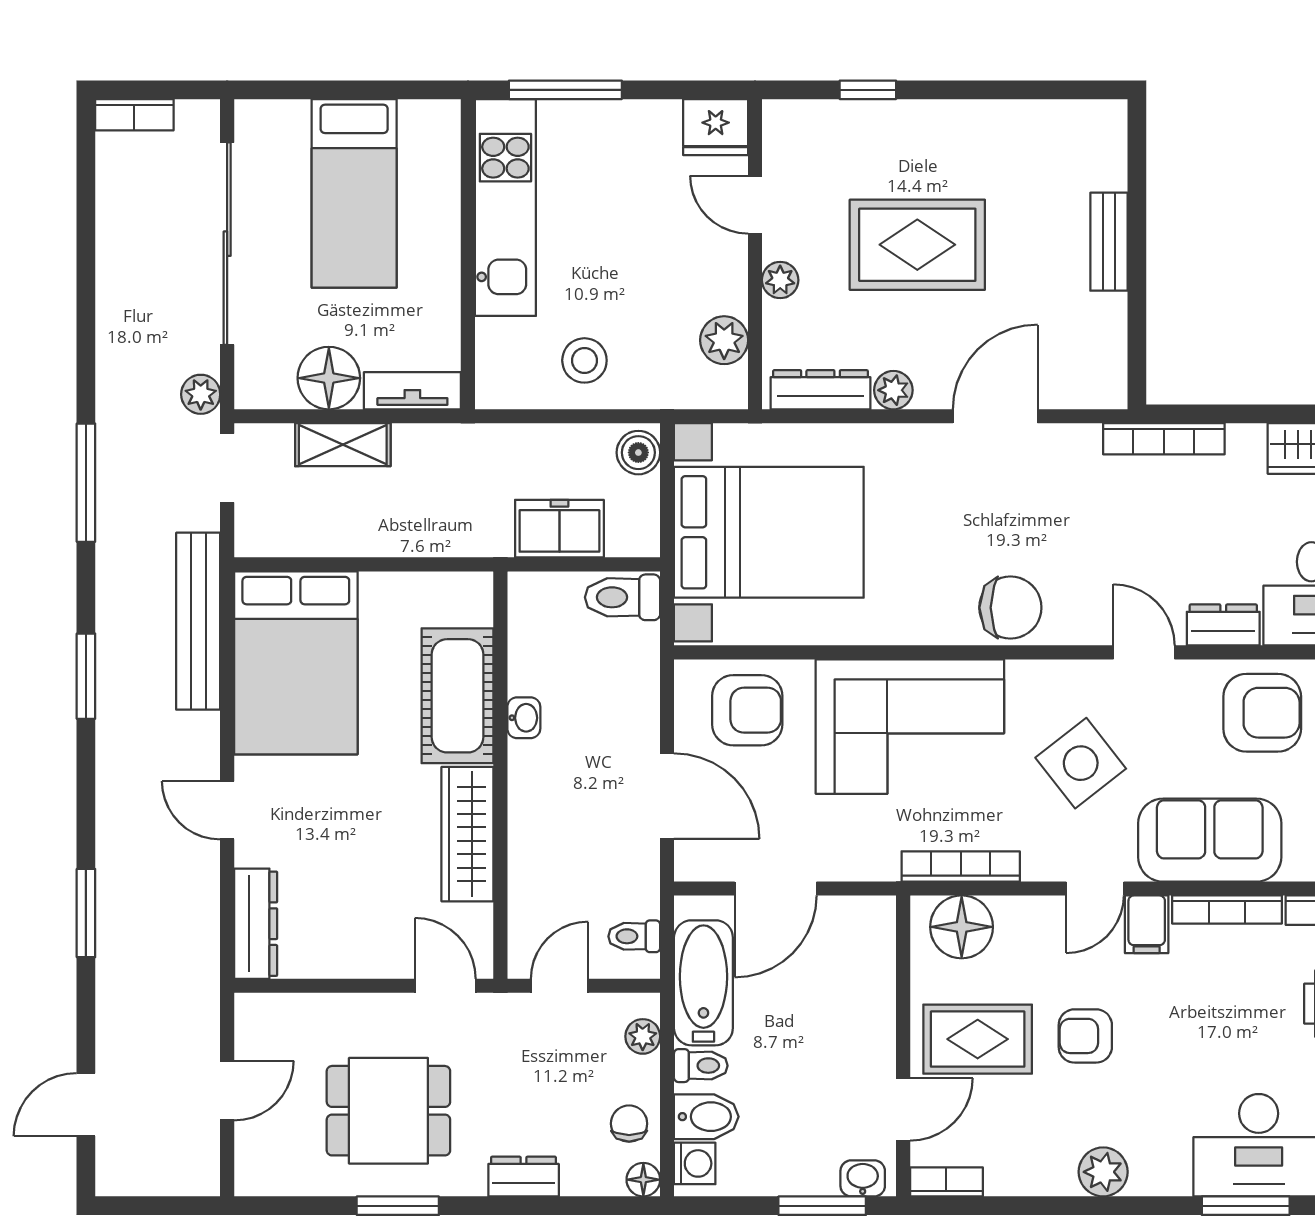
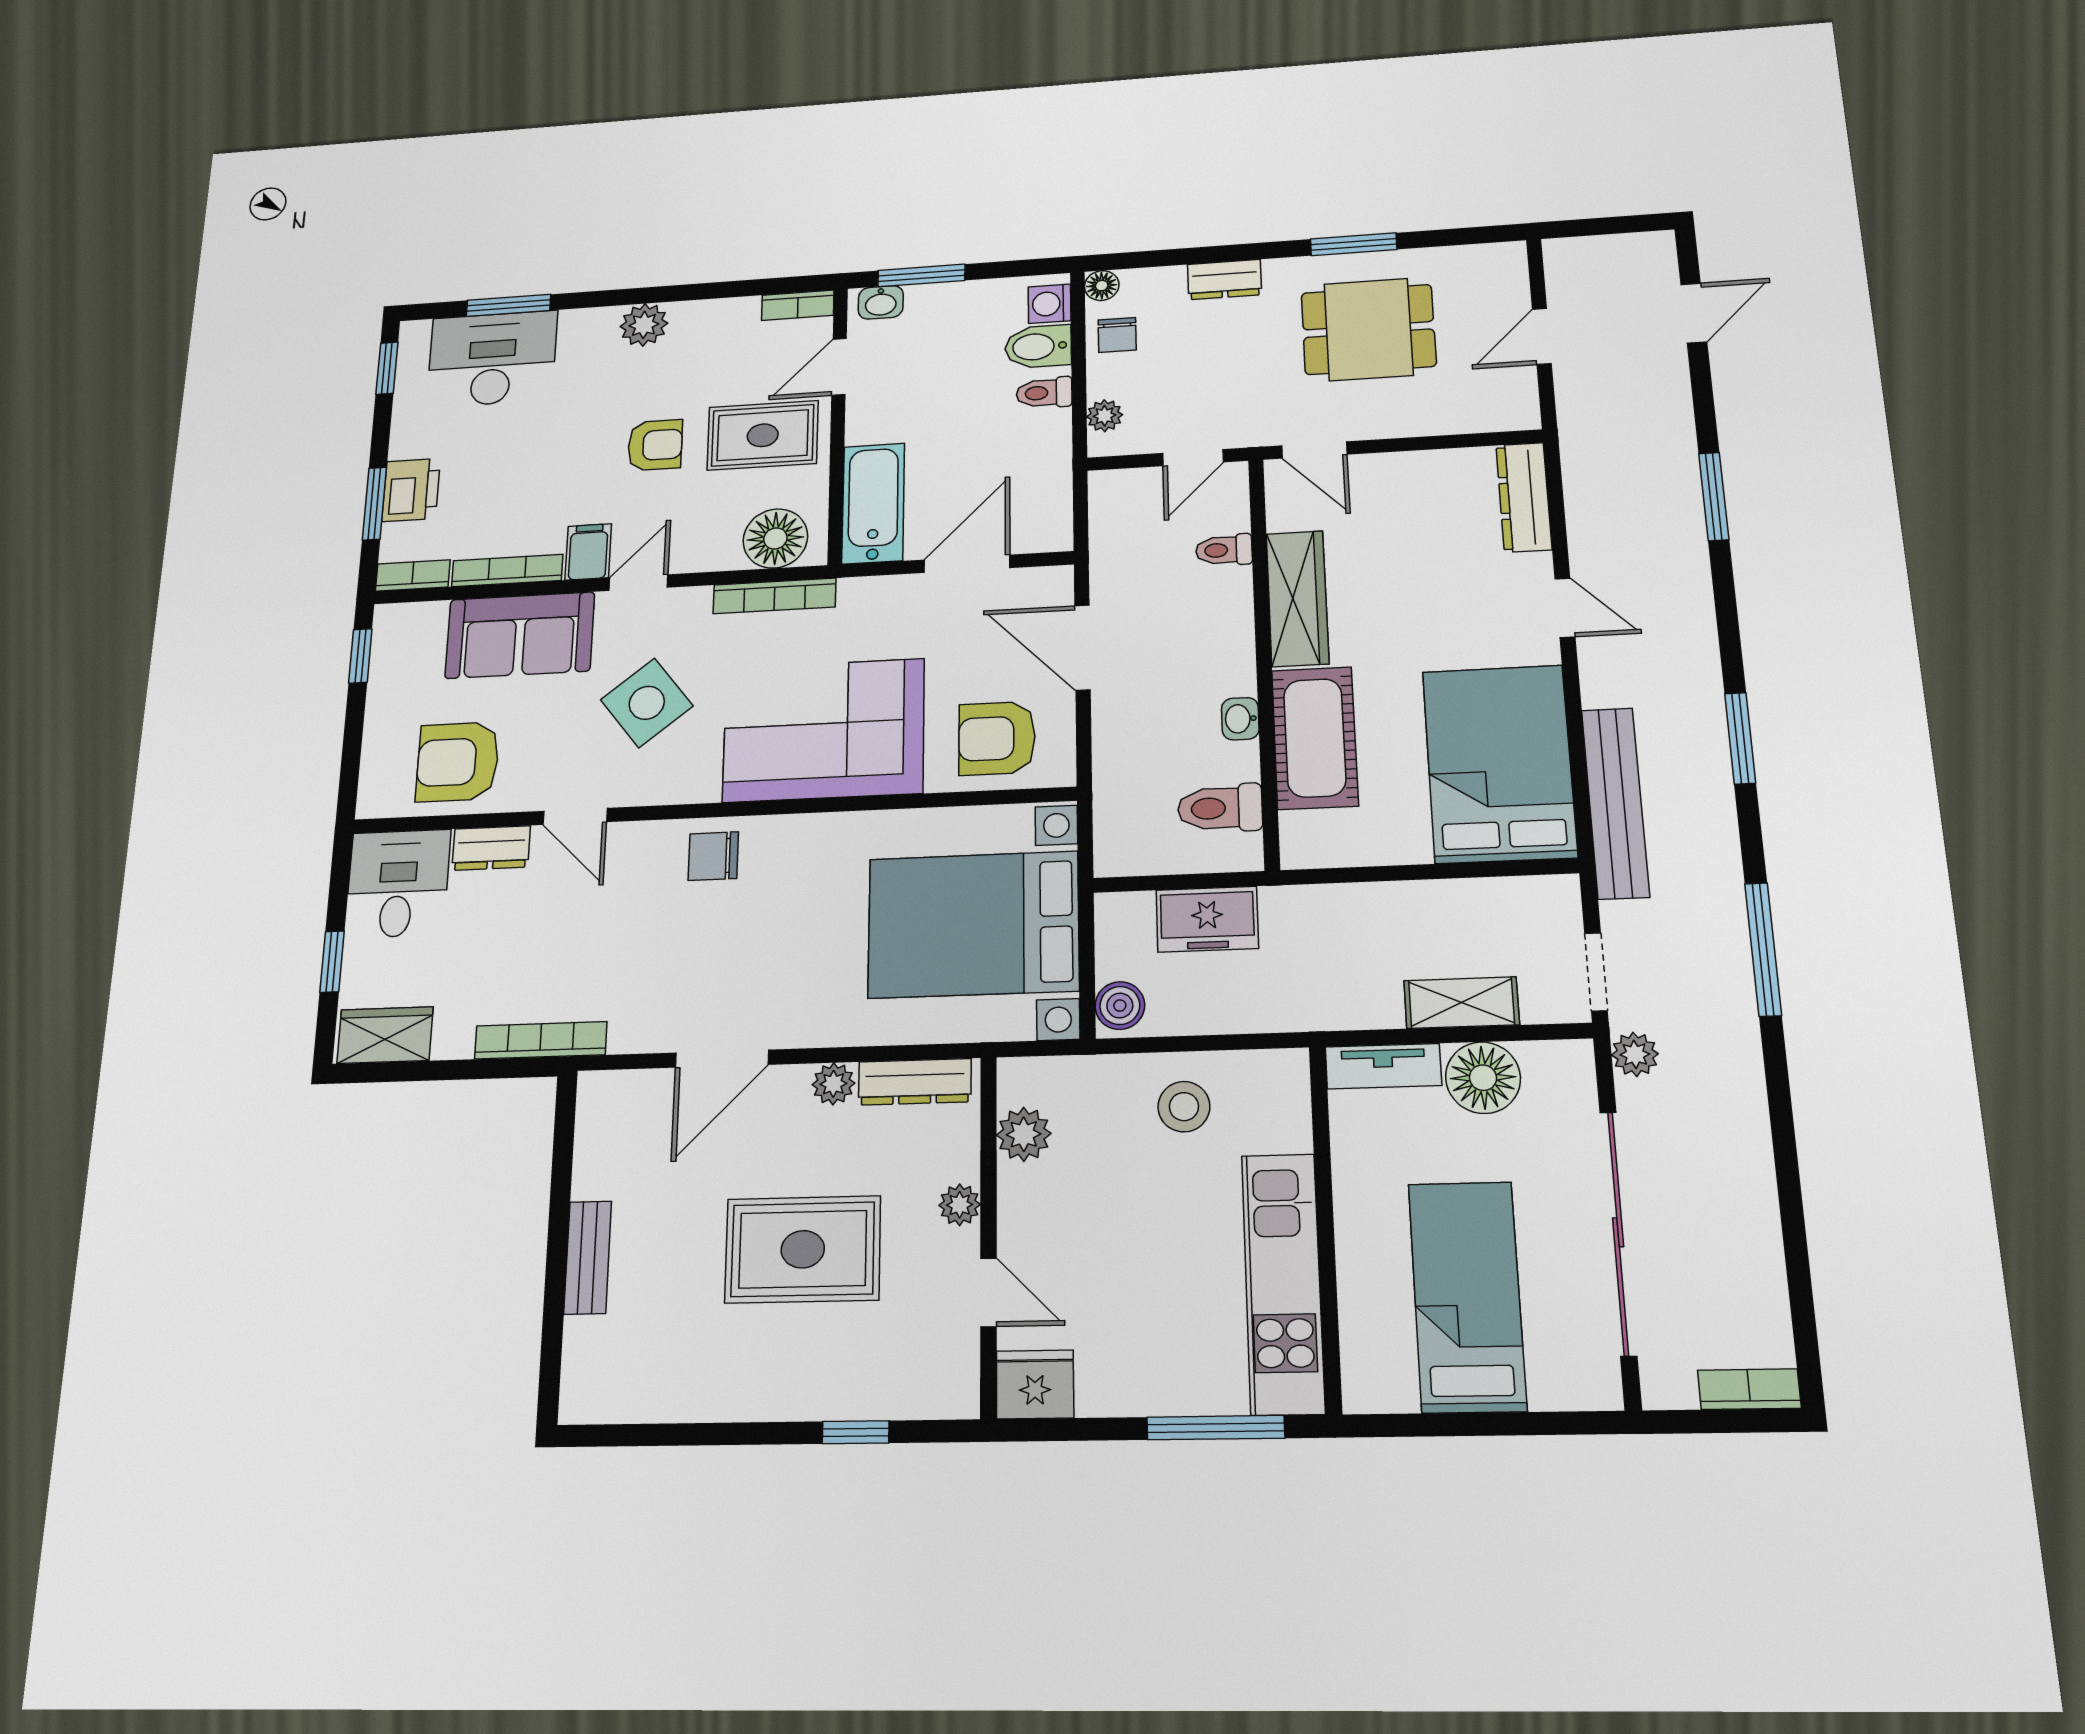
toilet: (623, 597) -> (1220, 808), moved, turned 180
chair: (1010, 608) -> (713, 856), width x0.73, depth x0.73
toilet: (634, 936) -> (1224, 550), moved, turned 180
bathtub: (703, 983) -> (873, 503), moved, turned 180

